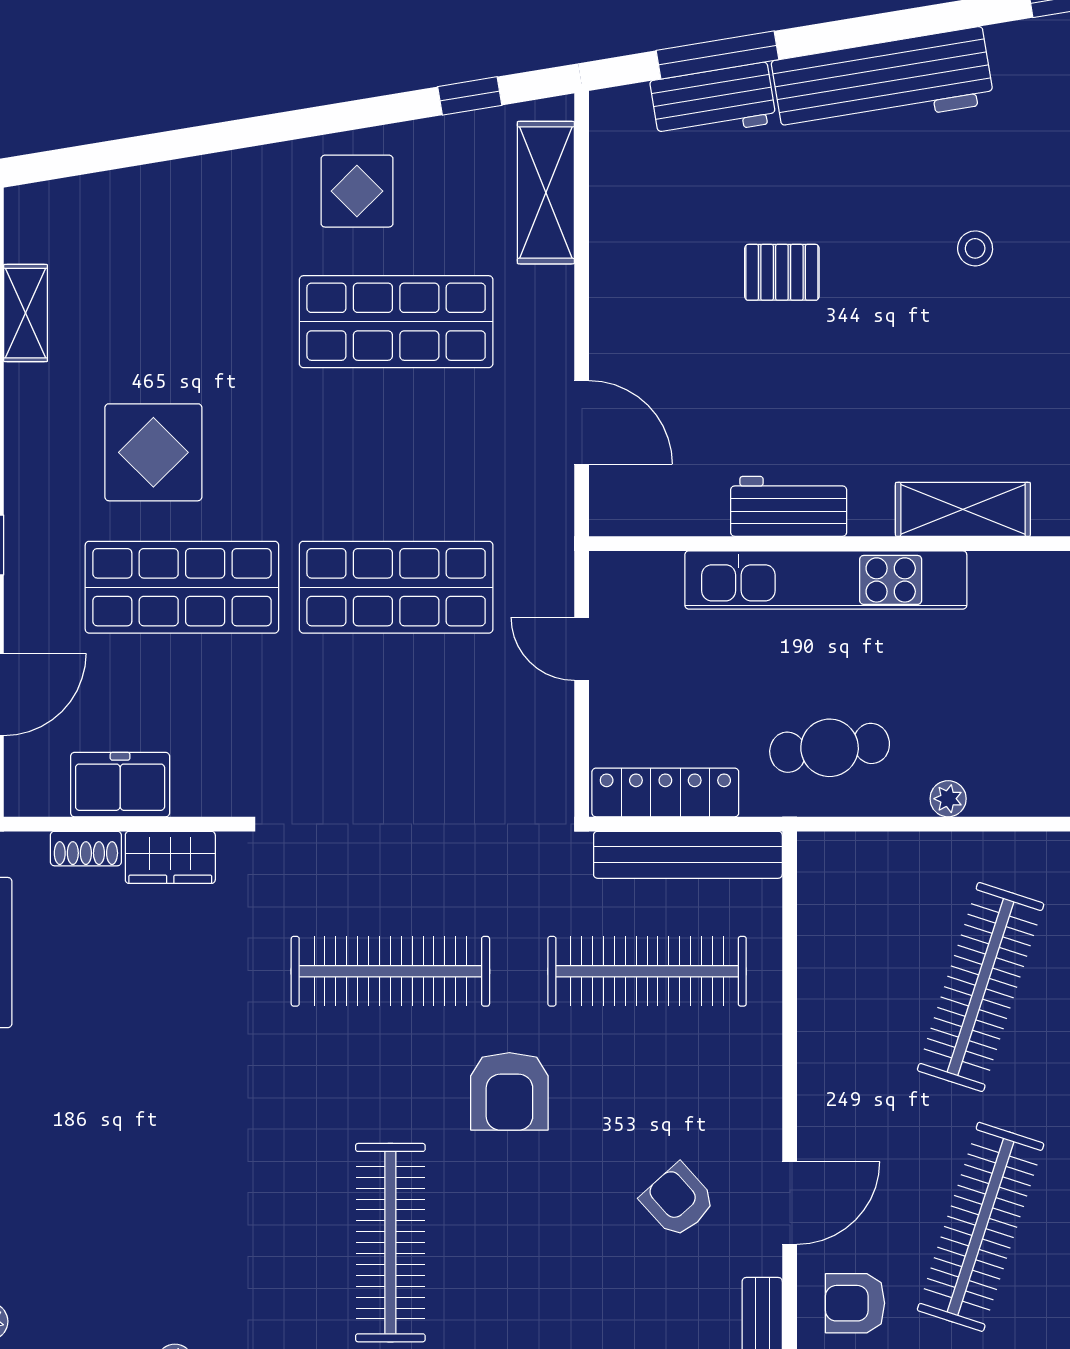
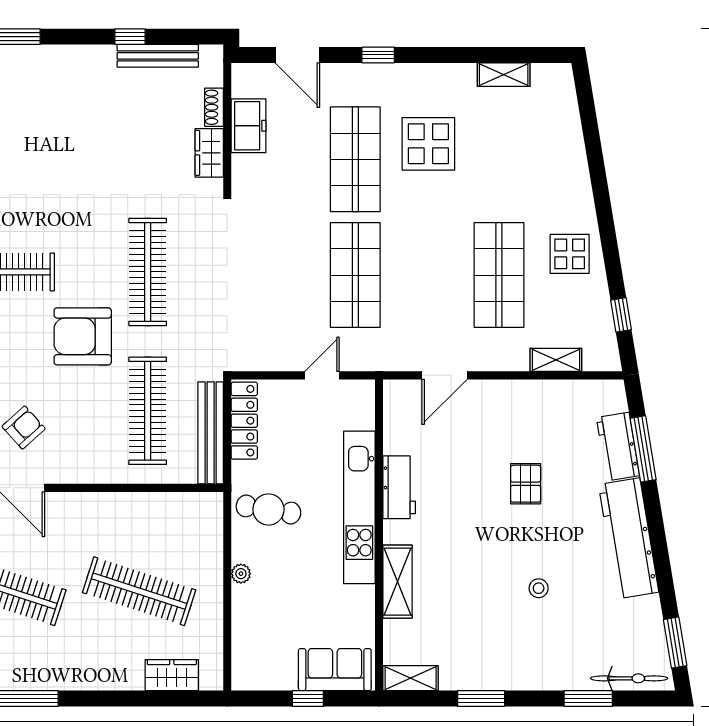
shelving: (546, 193) -> (556, 360), width x0.67, depth x0.75
cafe table: (830, 748) -> (268, 509), turned -75
armchair: (509, 1091) -> (83, 336), width x1.36, depth x1.36

